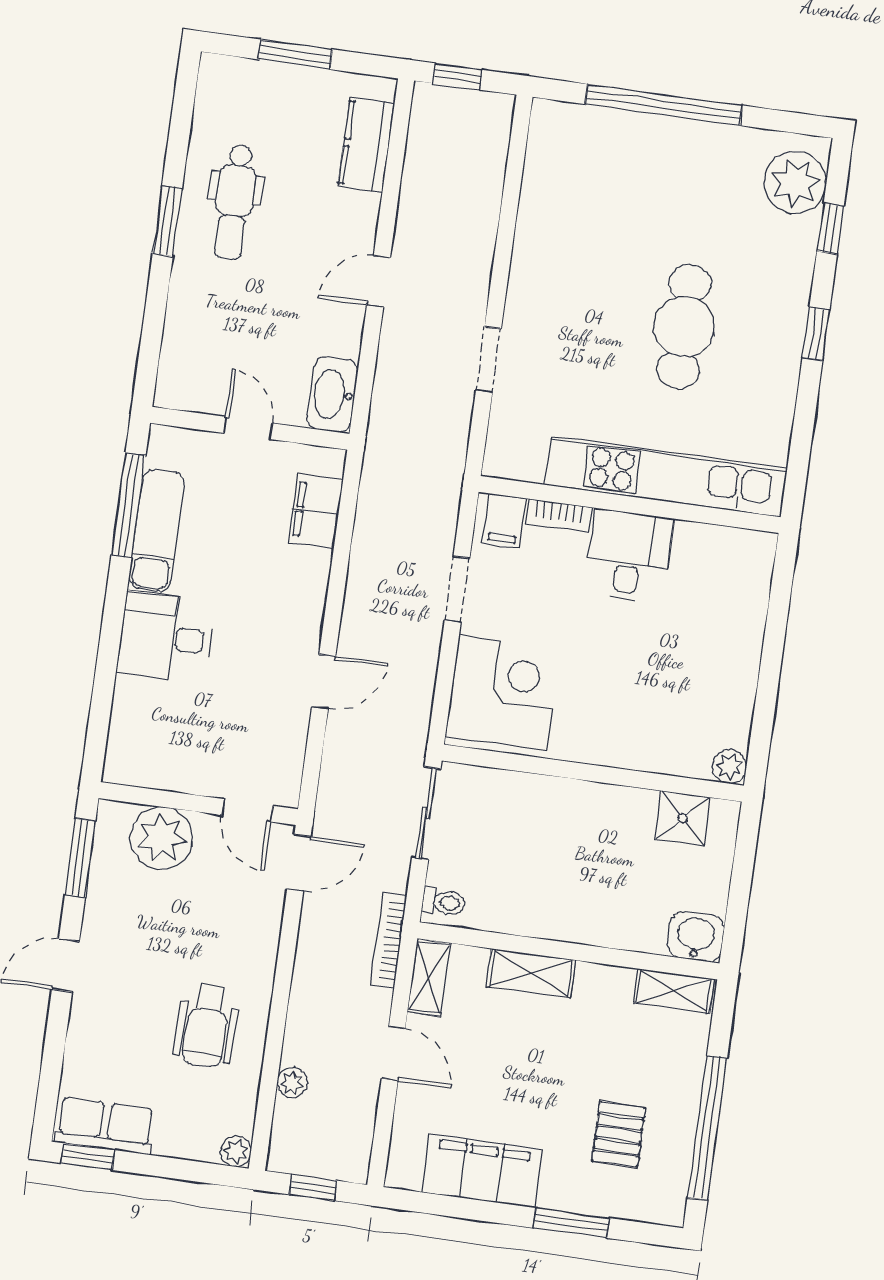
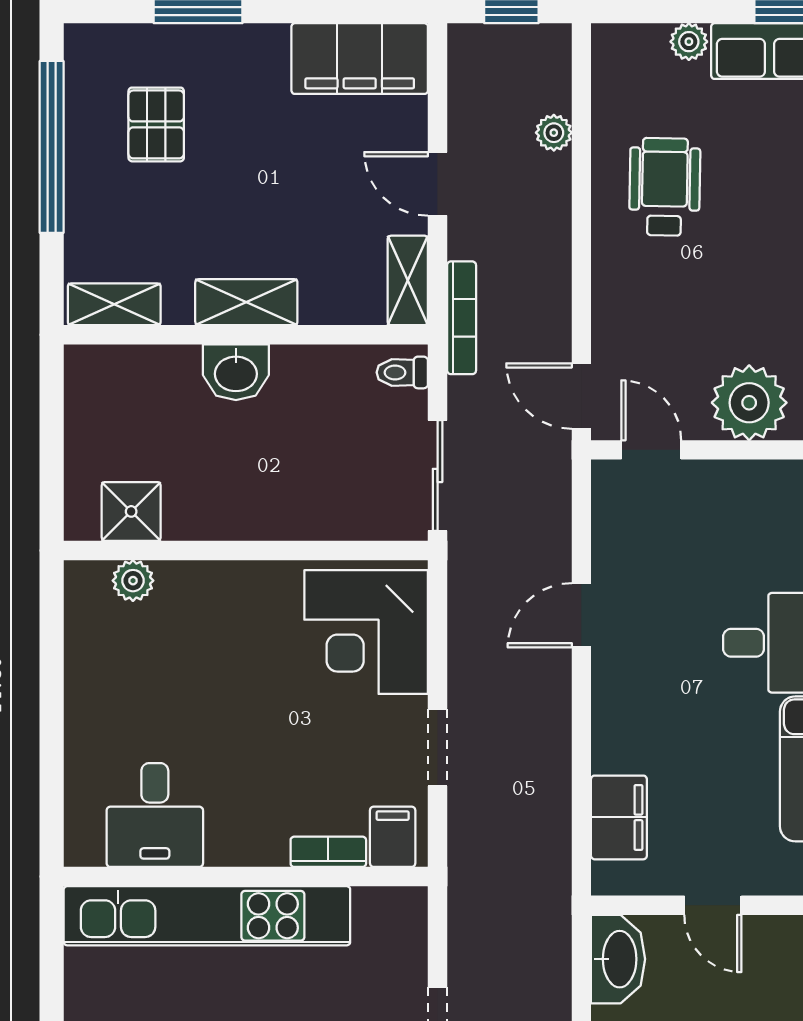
desk: (629, 556) -> (155, 815), moved
plant: (729, 767) -> (133, 581), moved
door: (299, 863) -> (581, 396), hinge flipped
washbasin: (696, 937) -> (236, 372), moved
shelving: (531, 973) -> (246, 302), moved
plant: (236, 1151) -> (689, 42), moved
filing cabinet: (482, 1171) -> (360, 59), moved

